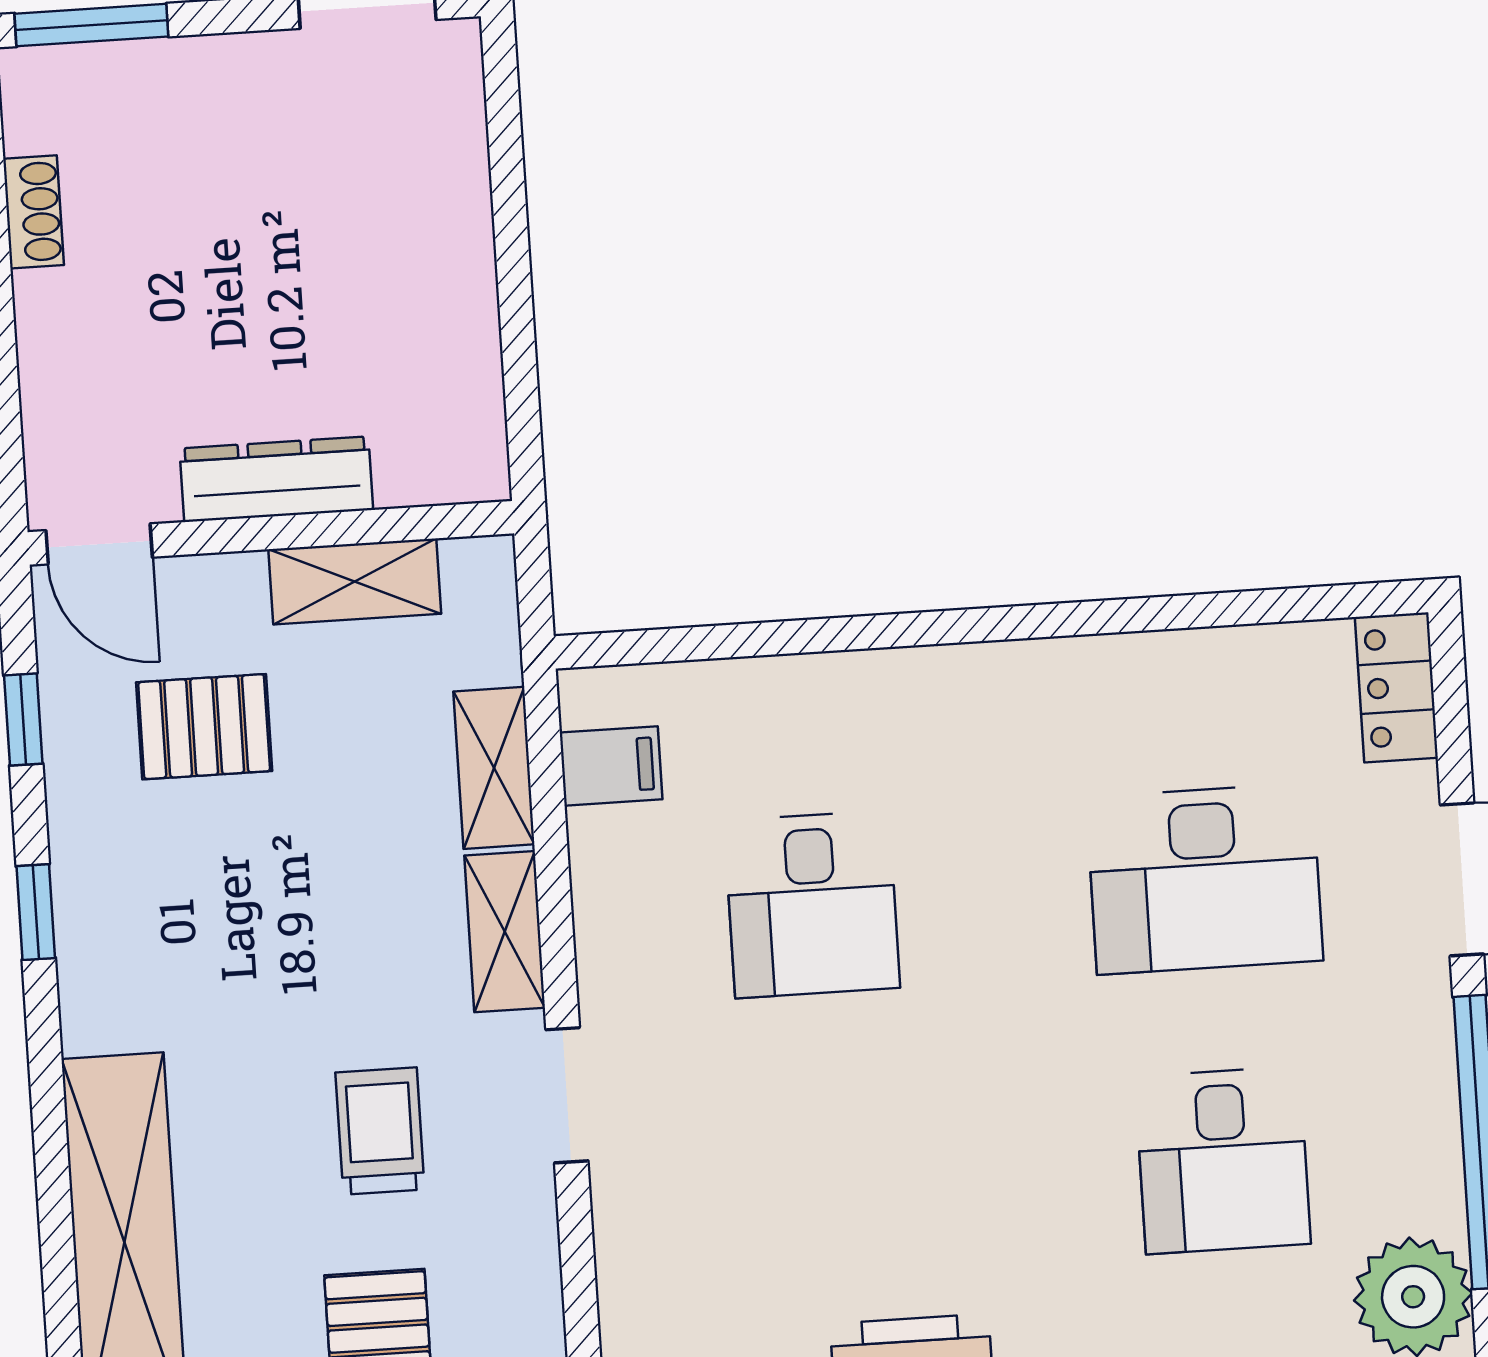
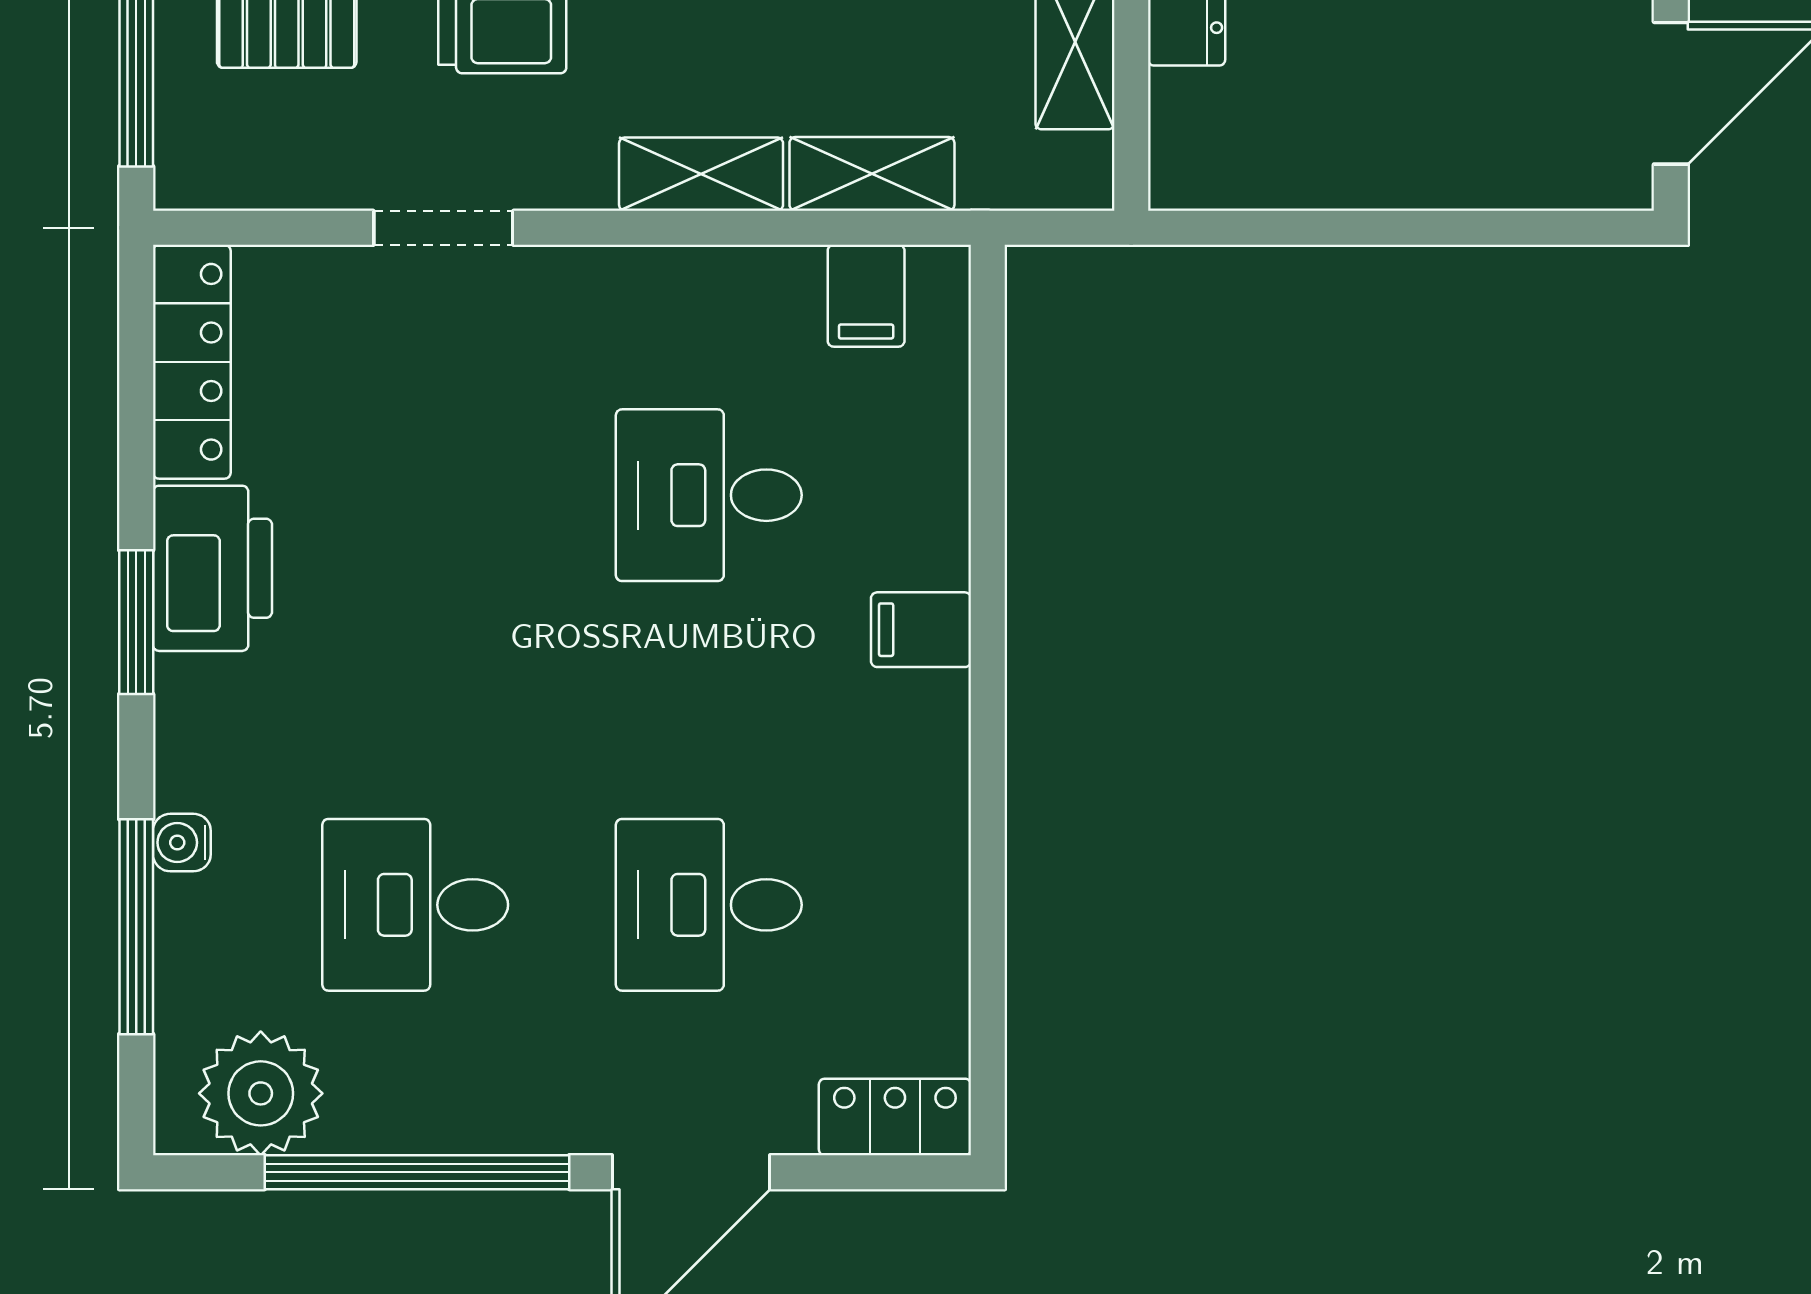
filing cabinet: (928, 693) -> (921, 630), added
desk: (1205, 879) -> (709, 905), width x0.73
doorway: (567, 1095) -> (443, 228), moved

